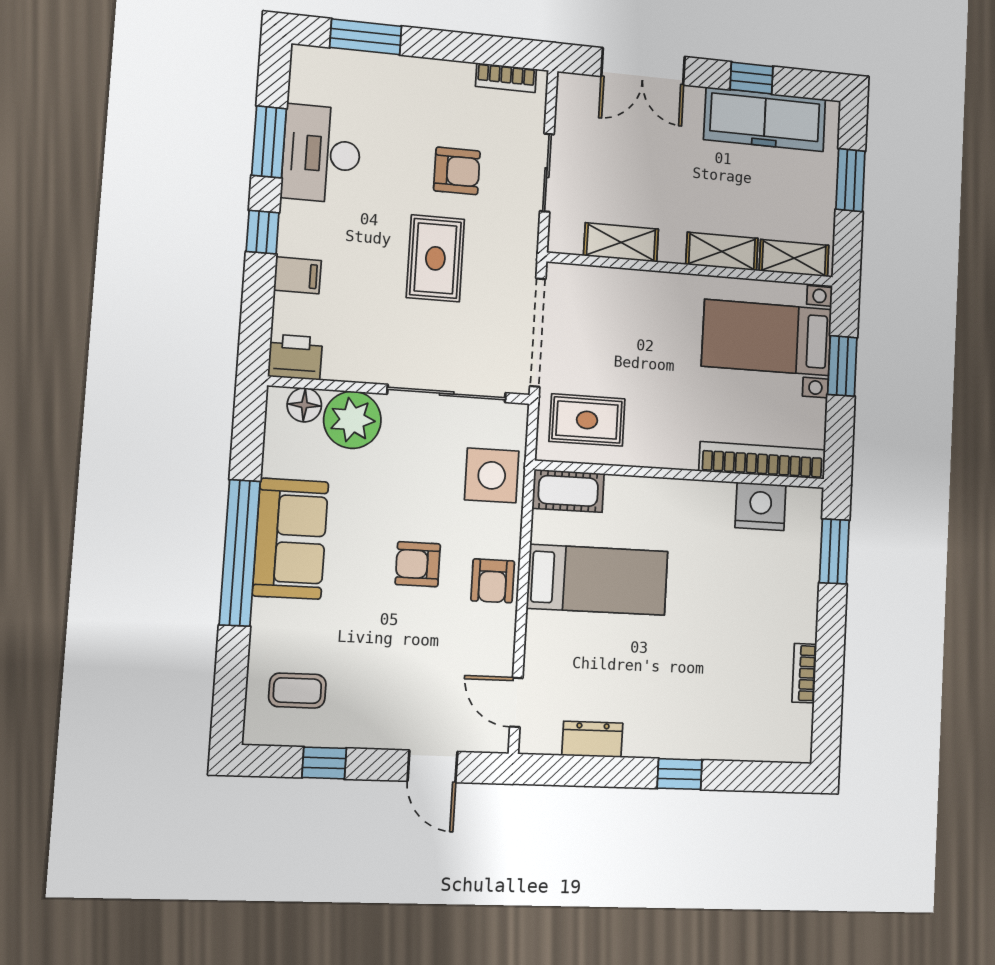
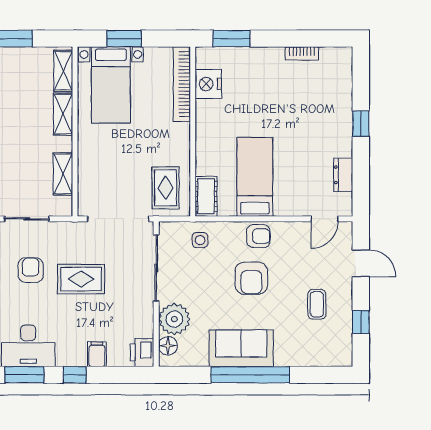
side table: (492, 475) -> (200, 240), width x0.54, depth x0.54
armchair: (418, 564) -> (251, 278), width x1.38, depth x1.38
coffee table: (297, 691) -> (317, 304), moved
door: (433, 766) -> (361, 263), hinge flipped

